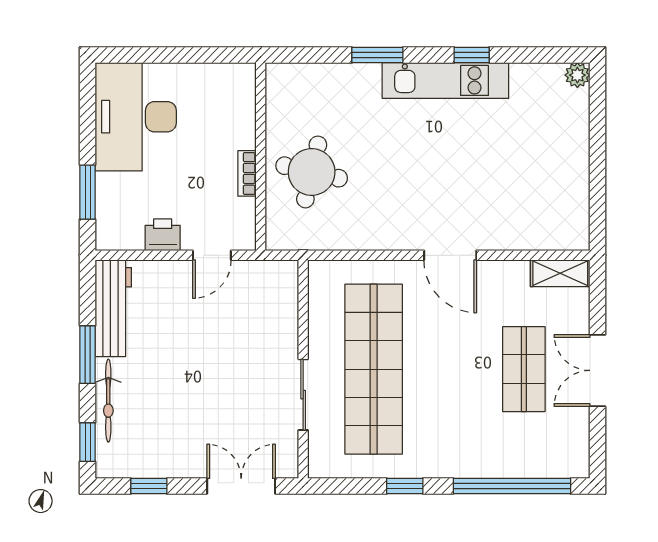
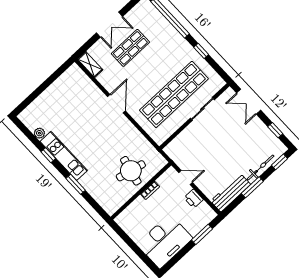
plant: (577, 75) -> (39, 133), moved

